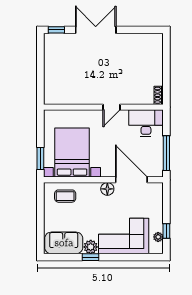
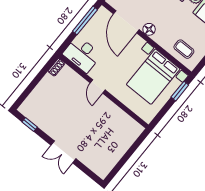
window: (56, 30) -> (30, 124), moved
double door: (96, 30) -> (63, 152), width x0.73
door: (112, 107) -> (98, 86), swing flipped

